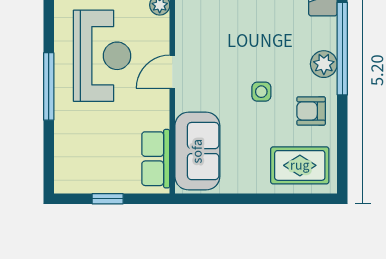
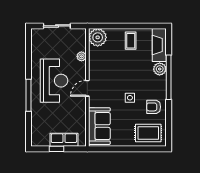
plant: (324, 64) -> (160, 69), moved
row of seats: (156, 159) -> (64, 140), moved, turned 90

